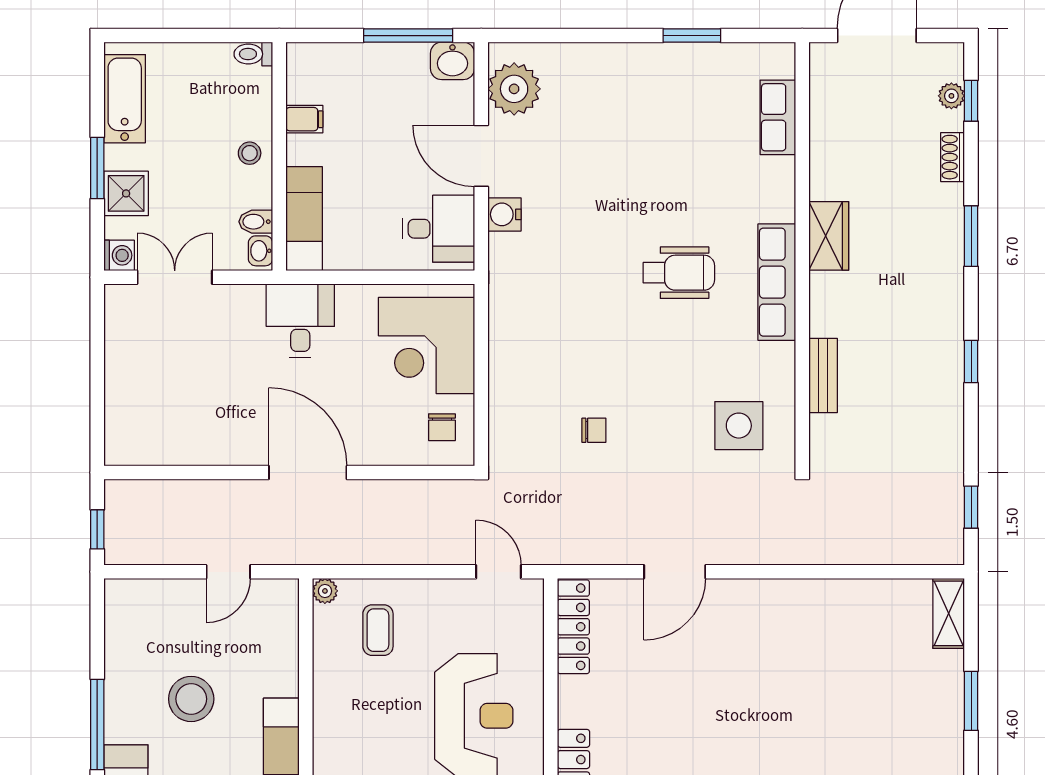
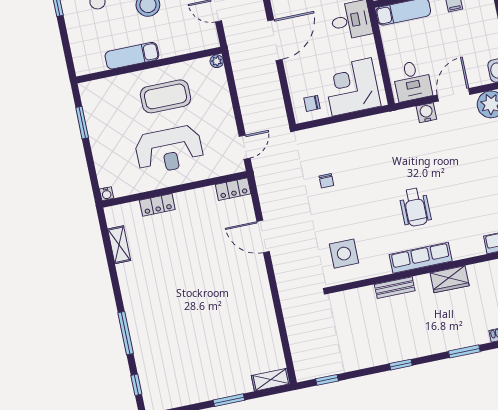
bench: (823, 376) -> (395, 288), moved
locker: (573, 627) -> (233, 189), width x0.66
coffee table: (378, 630) -> (165, 96), moved, width x1.86, depth x1.72

